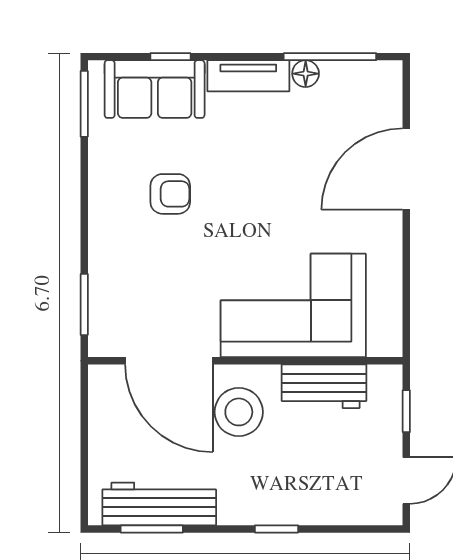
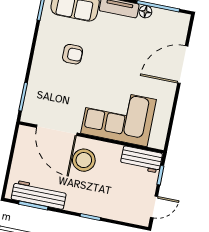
workbench: (324, 386) -> (141, 159), moved

